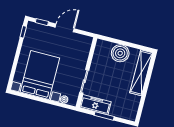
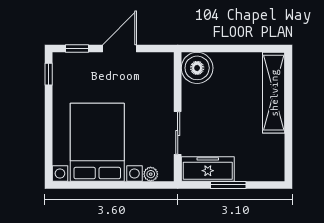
boiler: (120, 53) -> (197, 68), moved

